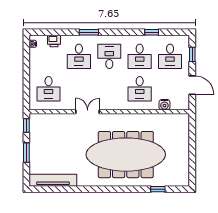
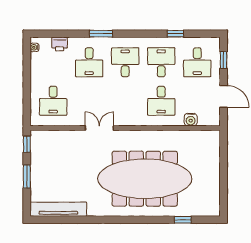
desk: (140, 56) -> (161, 62), turned 180

